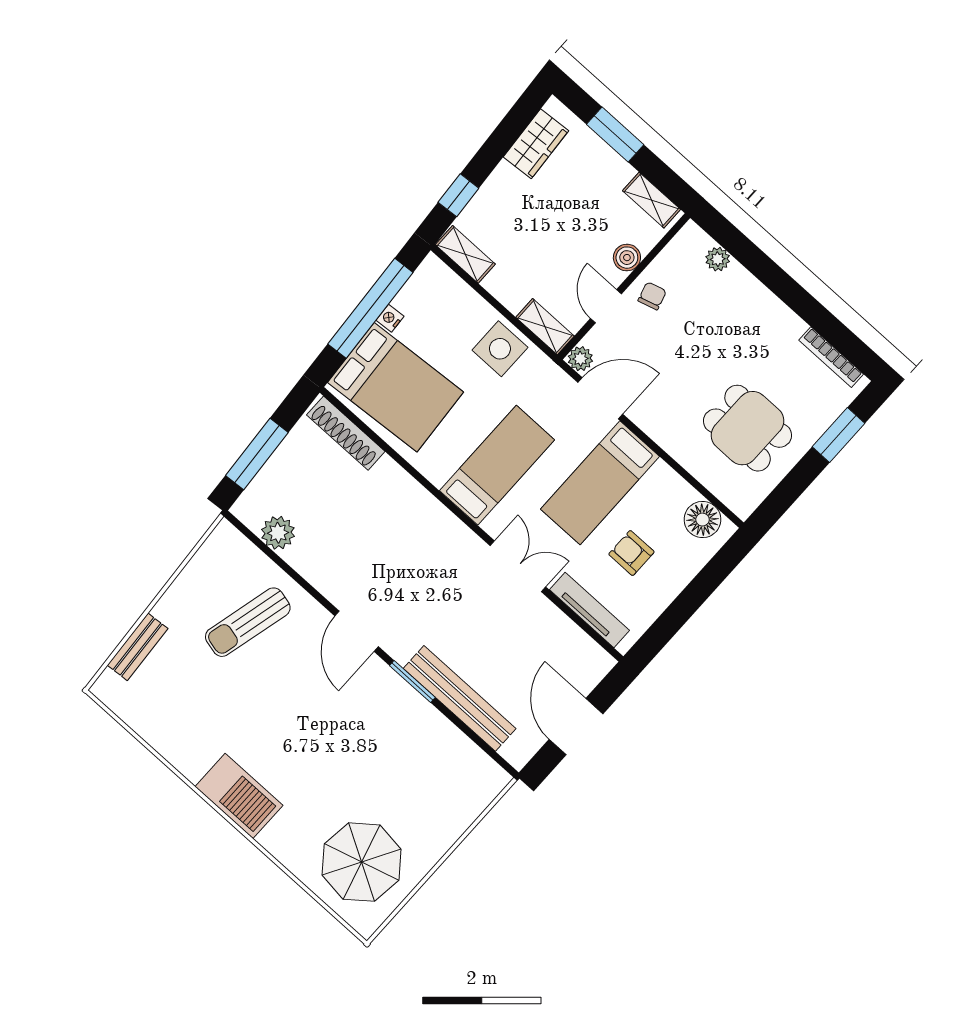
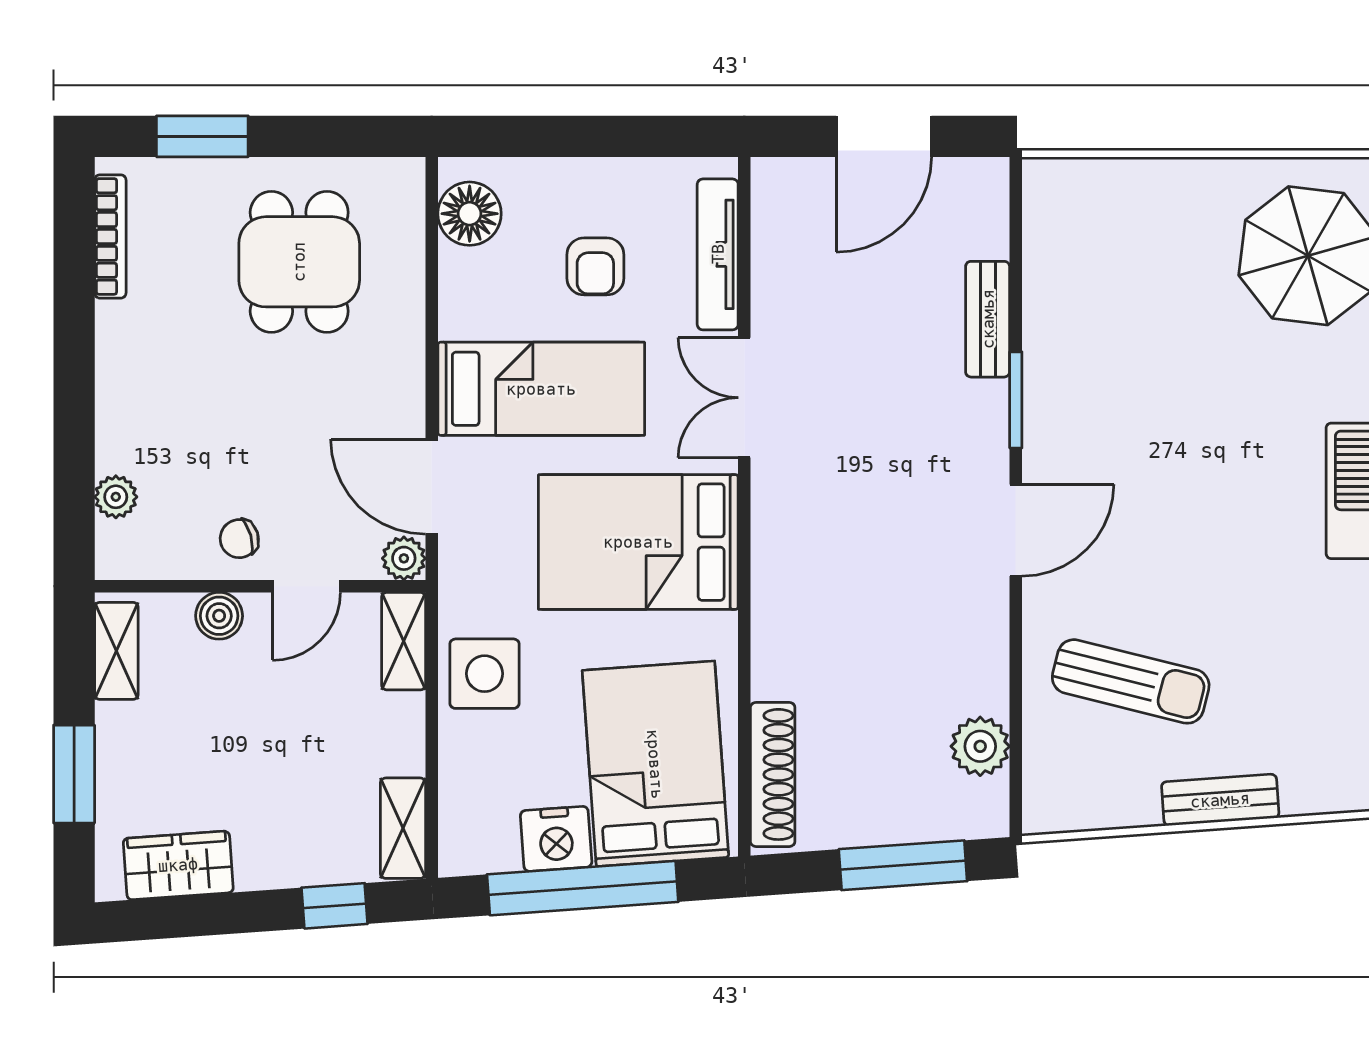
nightstand: (390, 318) -> (556, 839), width x1.89, depth x1.79
bed: (497, 465) -> (638, 542), width x1.50
bench: (138, 647) -> (1220, 800), moved
bench: (460, 698) -> (988, 319), width x0.54, depth x0.82

